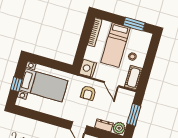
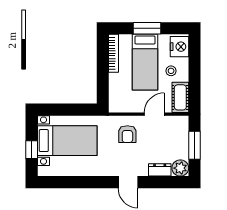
window: (134, 24) -> (147, 28), moved
nightstand: (88, 68) -> (179, 47), moved, turned 180
door: (111, 84) -> (154, 114), swing flipped

